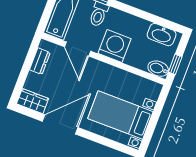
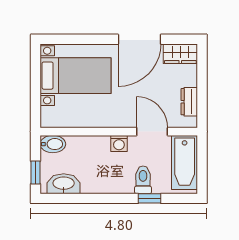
washing machine: (114, 46) -> (119, 143), width x0.53, depth x0.53
window: (175, 64) -> (36, 172), moved

